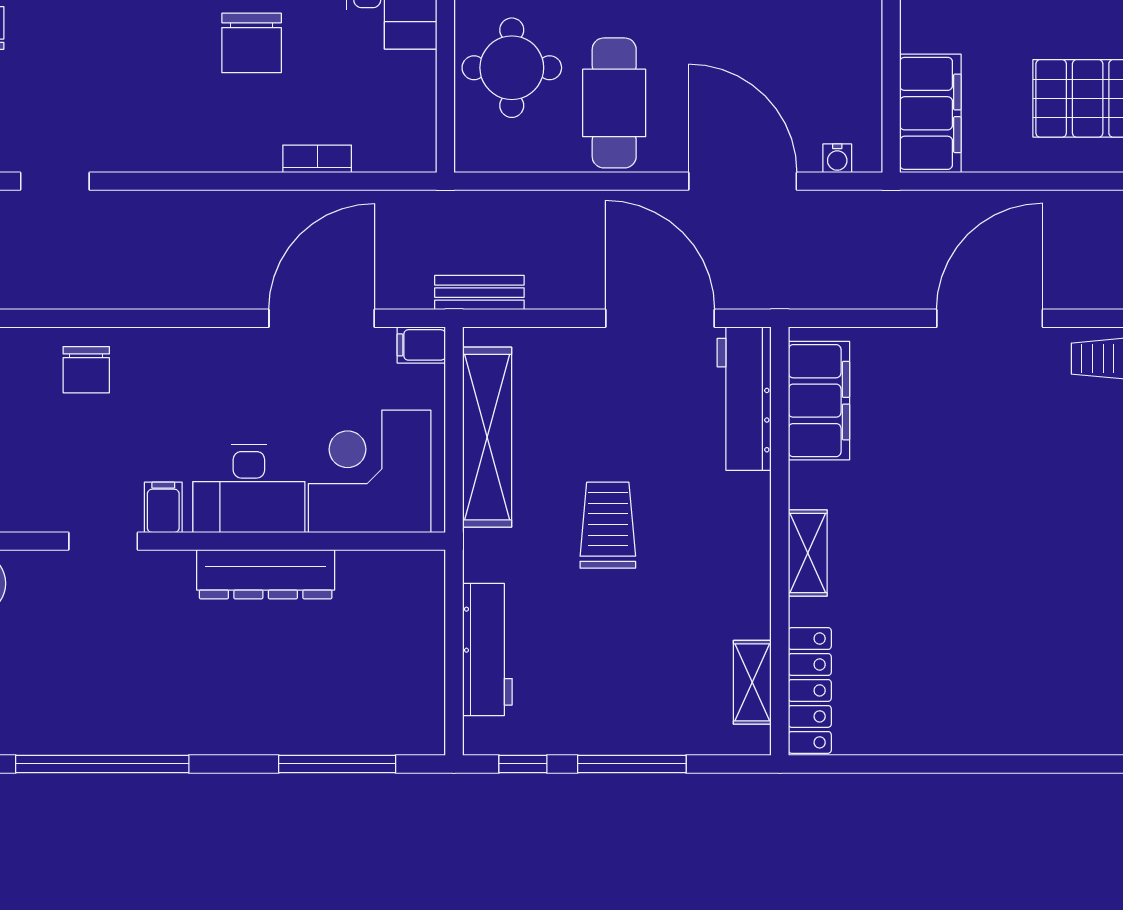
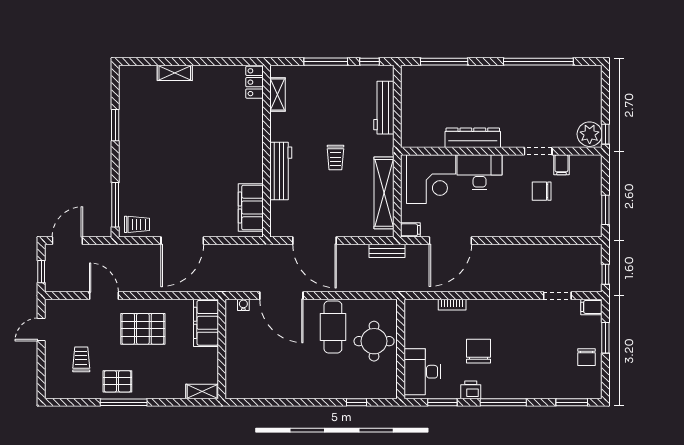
chair: (86, 370) -> (542, 191), moved, turned -90
workbench: (744, 399) -> (281, 171), moved
filing cabinet: (163, 507) -> (561, 165), moved
trolley: (608, 525) -> (335, 158), width x0.73, depth x0.72
shelving: (808, 553) -> (175, 73), moved, turned 90
locker: (810, 690) -> (254, 82), width x0.66

